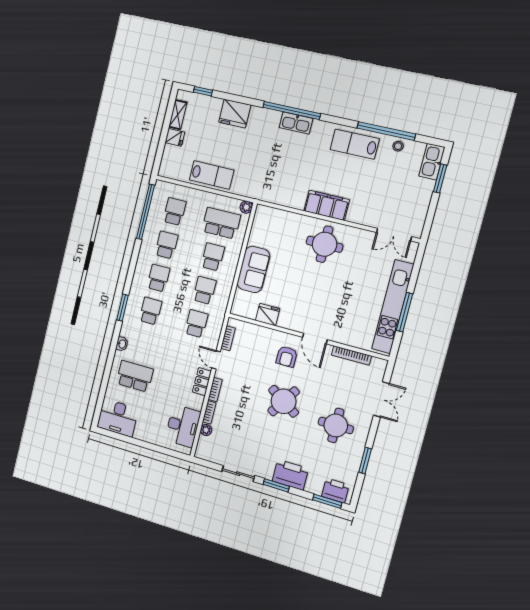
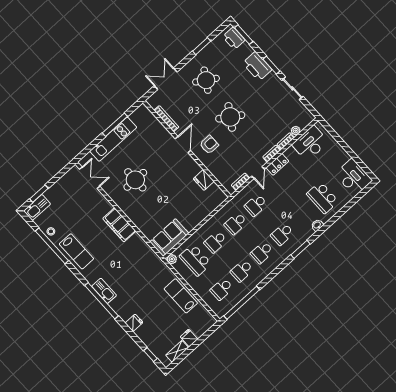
fridge: (235, 114) -> (134, 323), width x0.53, depth x0.75
round table: (325, 244) -> (135, 180), moved
sofa: (253, 269) -> (169, 238), moved
kitchen unit: (393, 307) -> (113, 139), width x0.73
round table: (336, 425) -> (206, 80), turned 32

